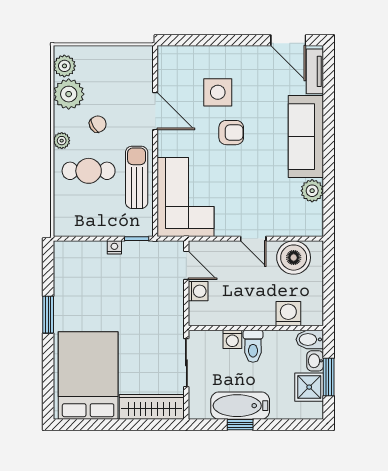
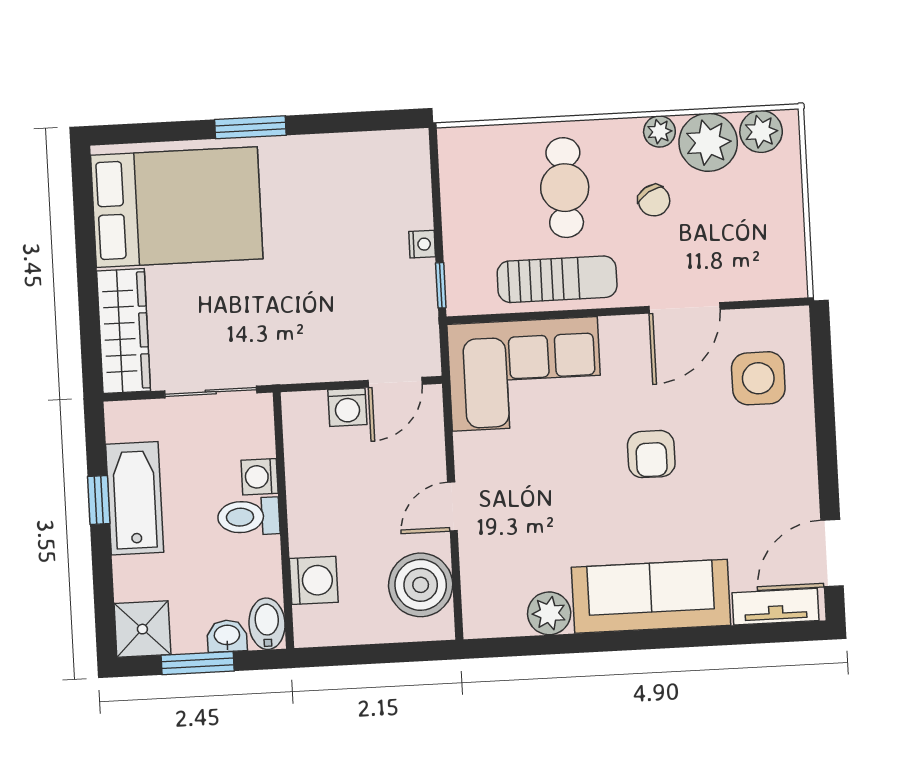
side table: (218, 92) -> (758, 378), moved
plant: (62, 141) -> (659, 131), moved
window: (48, 315) -> (250, 127), moved
shower: (309, 387) -> (142, 629), moved

